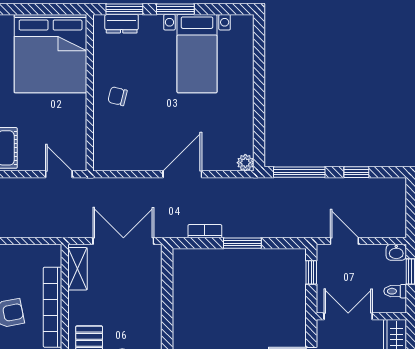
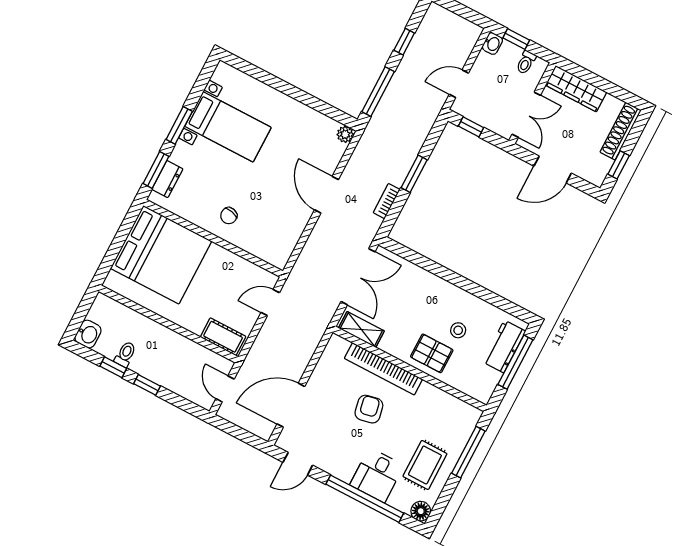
double door: (123, 241) -> (358, 277), swing flipped
double door: (348, 316) -> (526, 115), swing flipped

